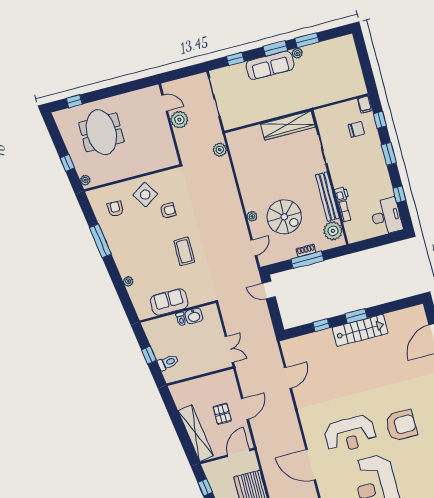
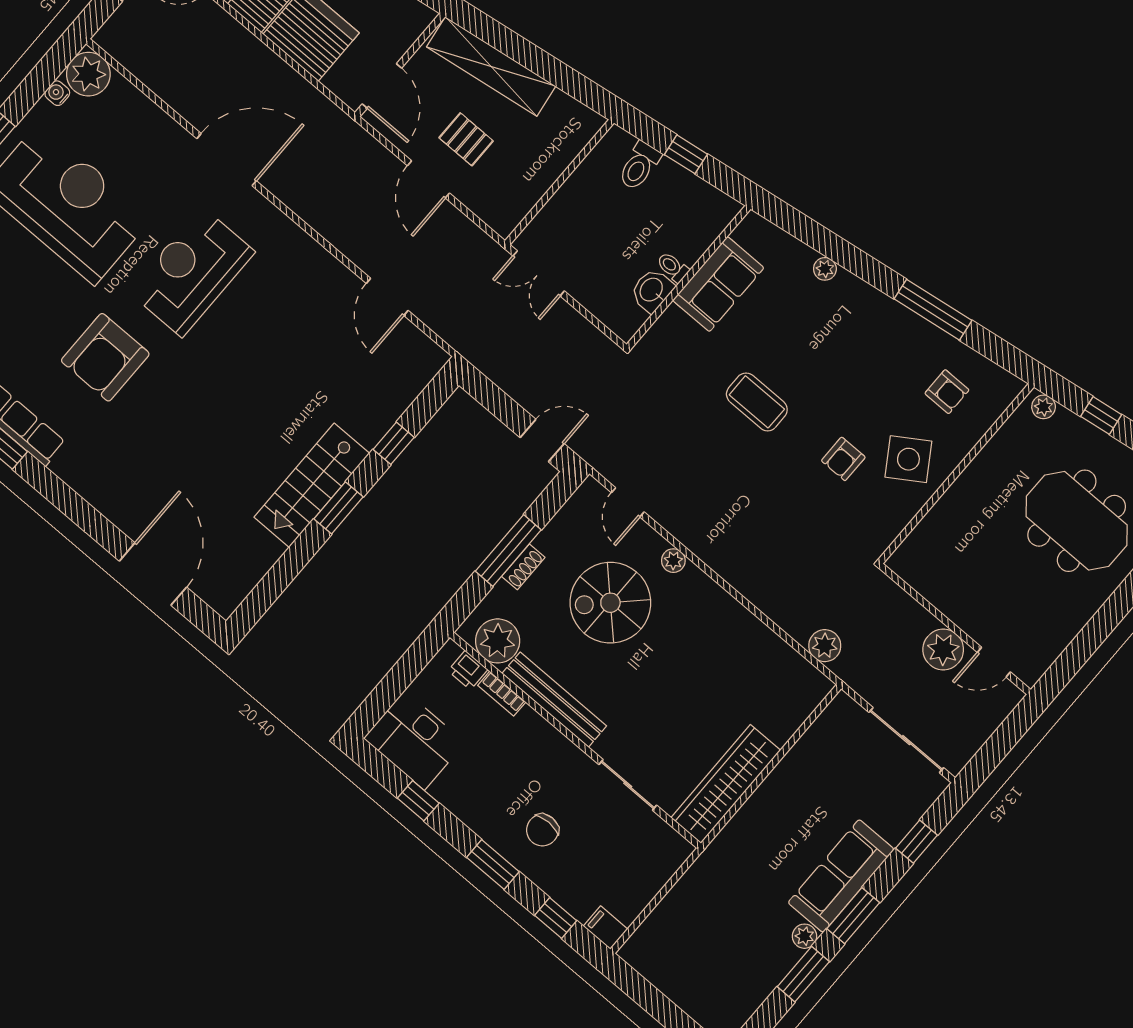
chair: (356, 129) -> (542, 830), moved
printer: (342, 194) -> (468, 670), moved

